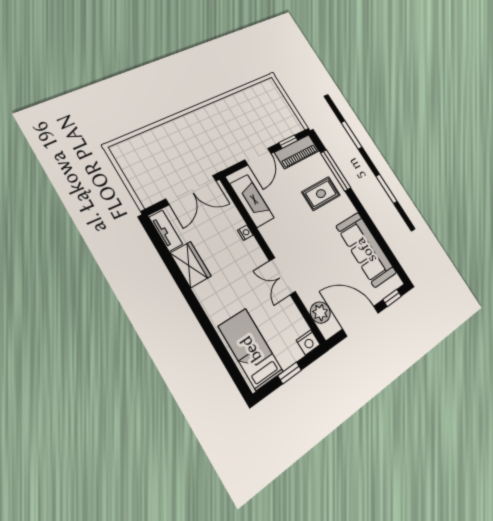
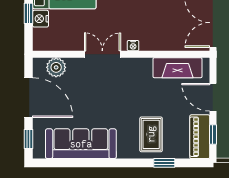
window: (336, 170) -> (164, 163), width x0.46
nightstand: (245, 233) -> (133, 46), moved
door: (361, 321) -> (29, 98), hinge flipped
nightstand: (308, 342) -> (41, 19), moved

